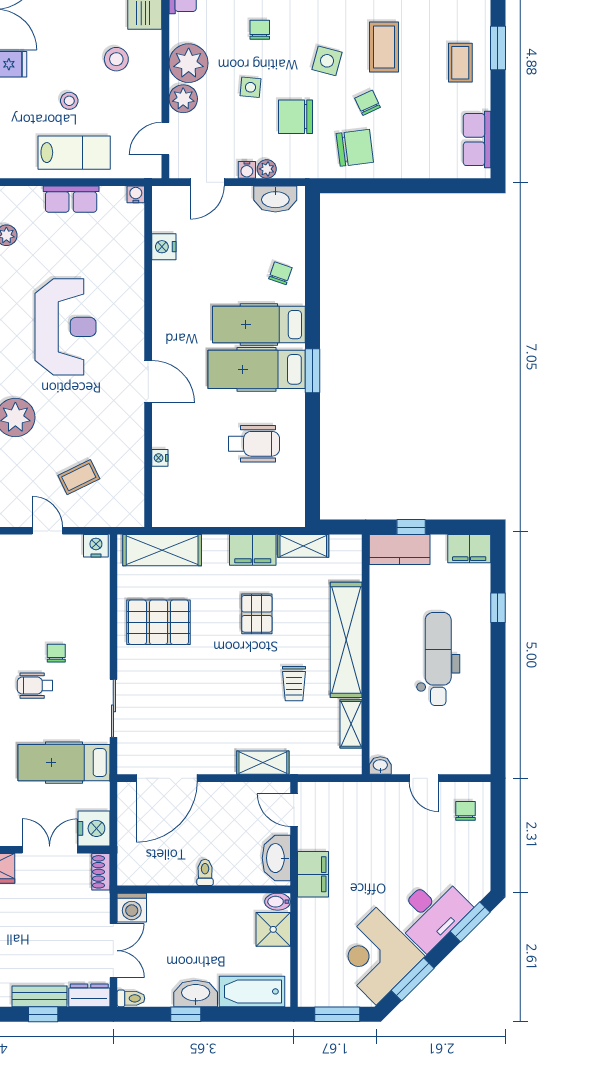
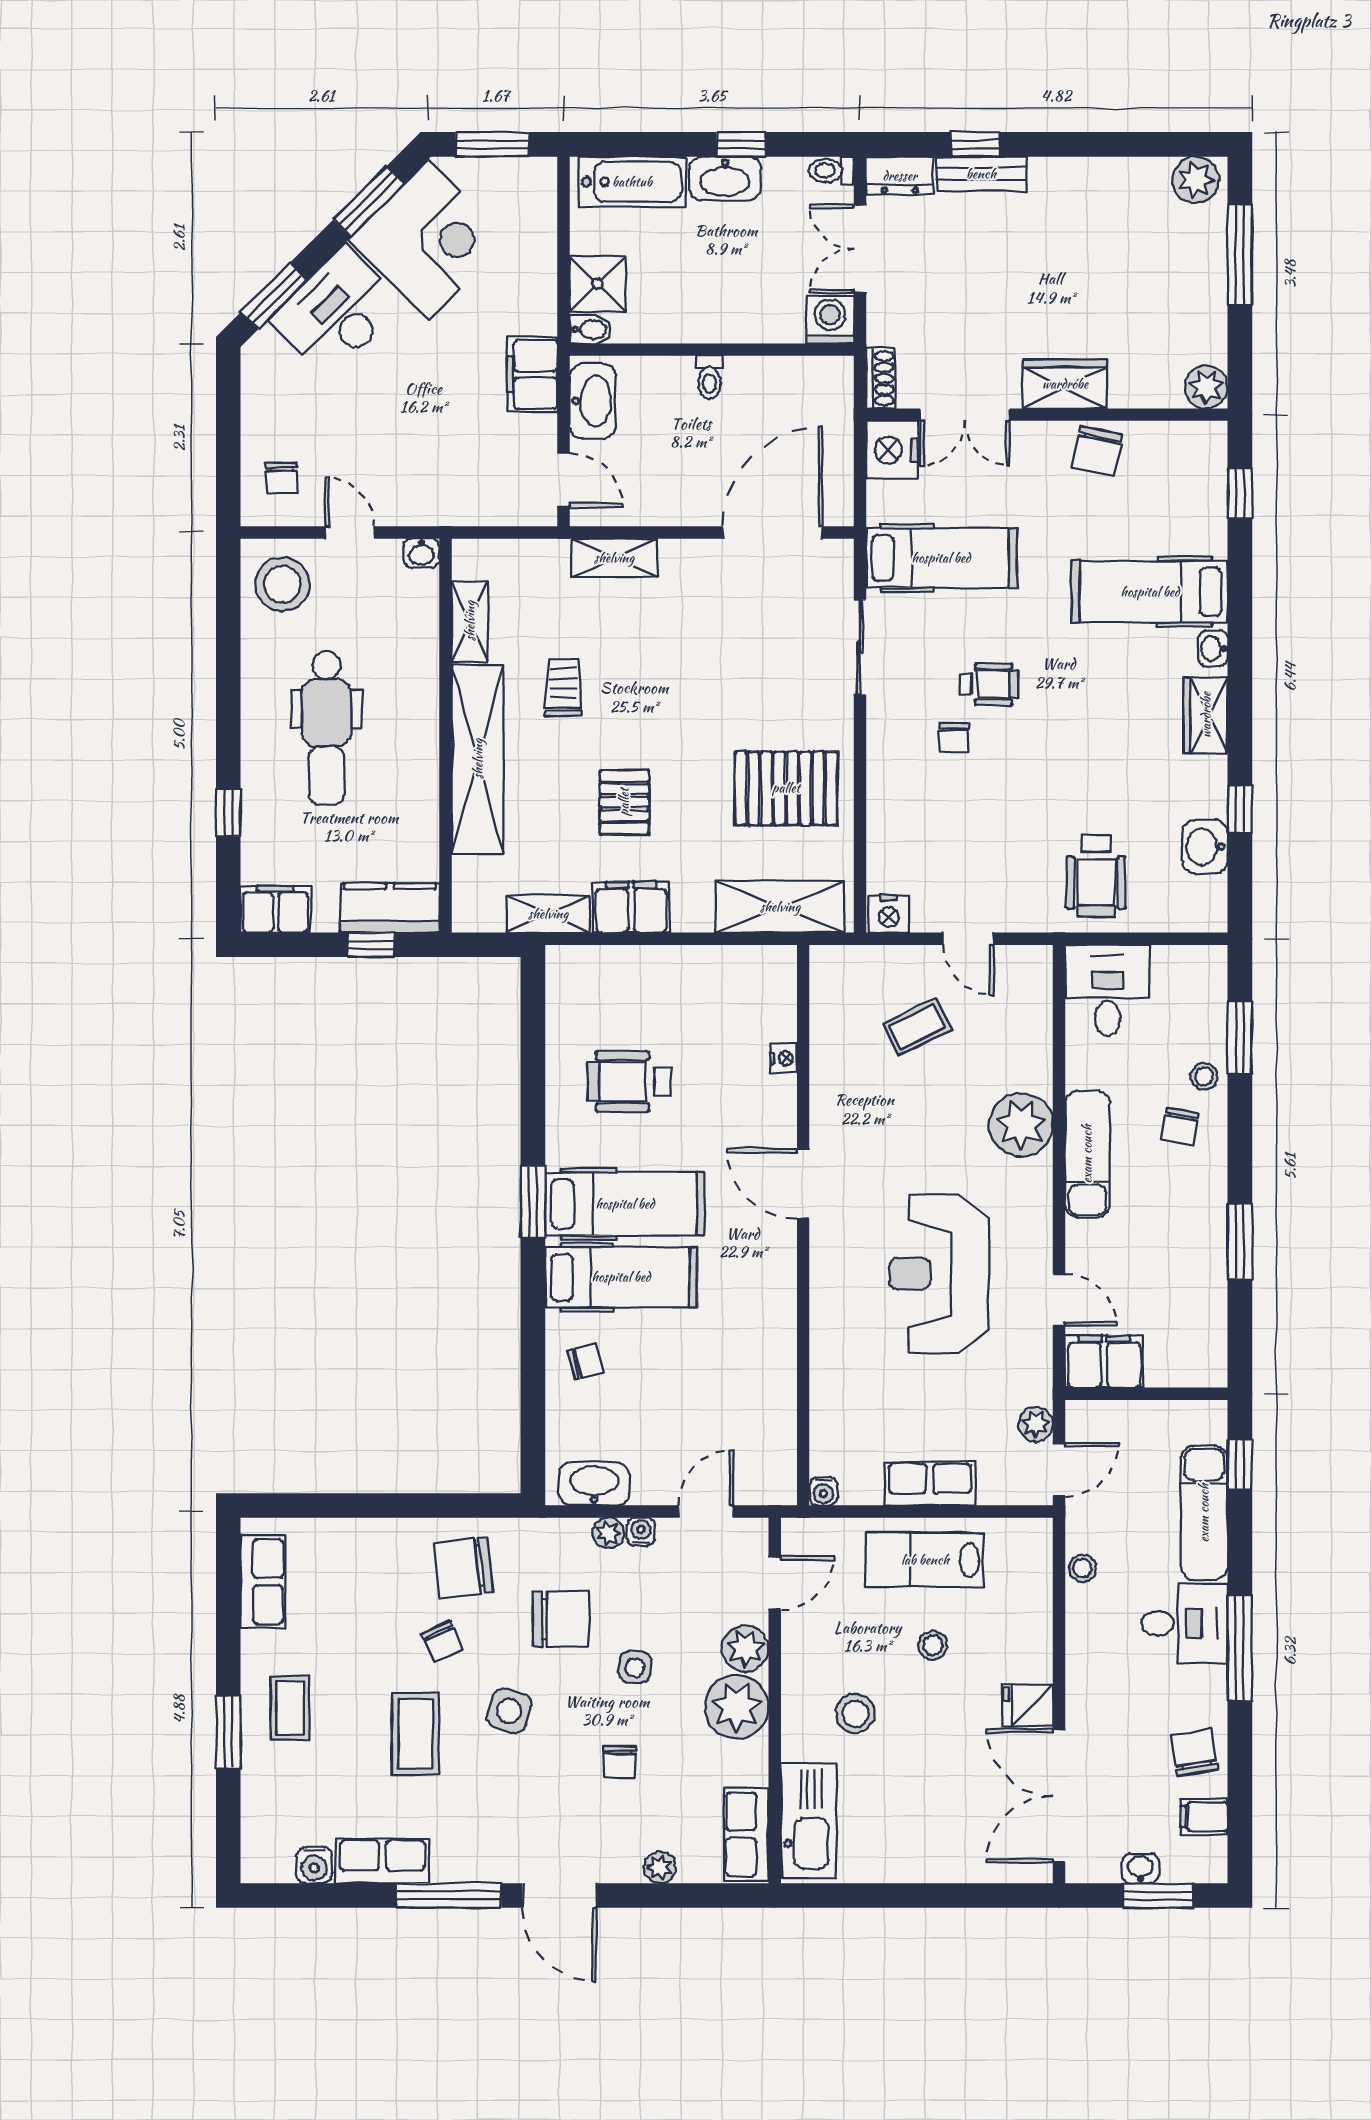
nightstand: (164, 247) -> (777, 1405), removed
chair: (280, 273) -> (586, 1362), turned -123
stool: (465, 747) -> (282, 584), added

